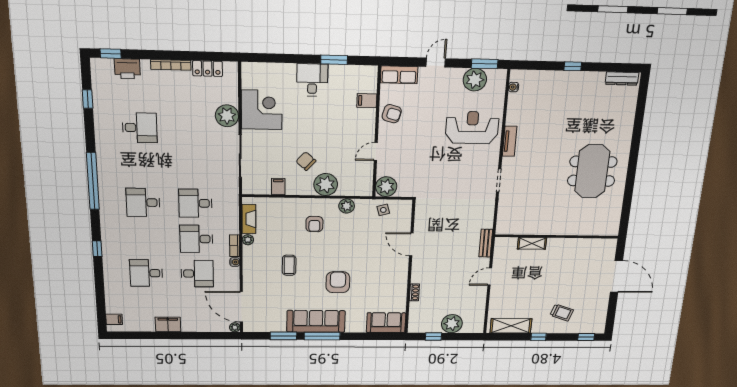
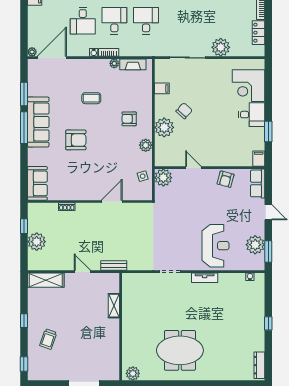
filing cabinet: (367, 101) -> (259, 159), moved
corner desk: (262, 110) -> (249, 86), moved, turned 90
plant: (612, 224) -> (133, 373), added
shelving: (511, 326) -> (46, 280), moved, turned 90

